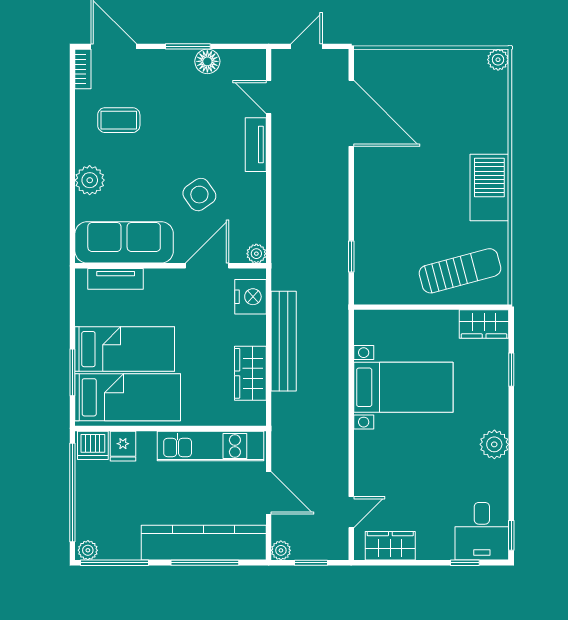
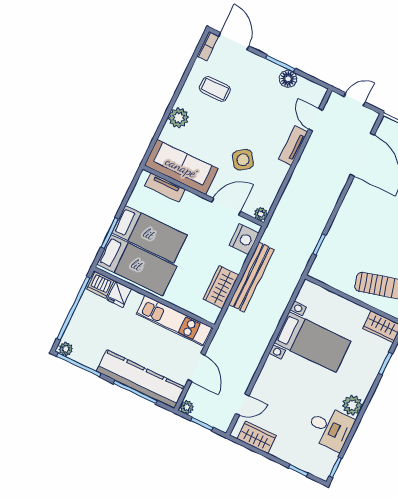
desk: (482, 531) -> (330, 428), moved, turned -90

